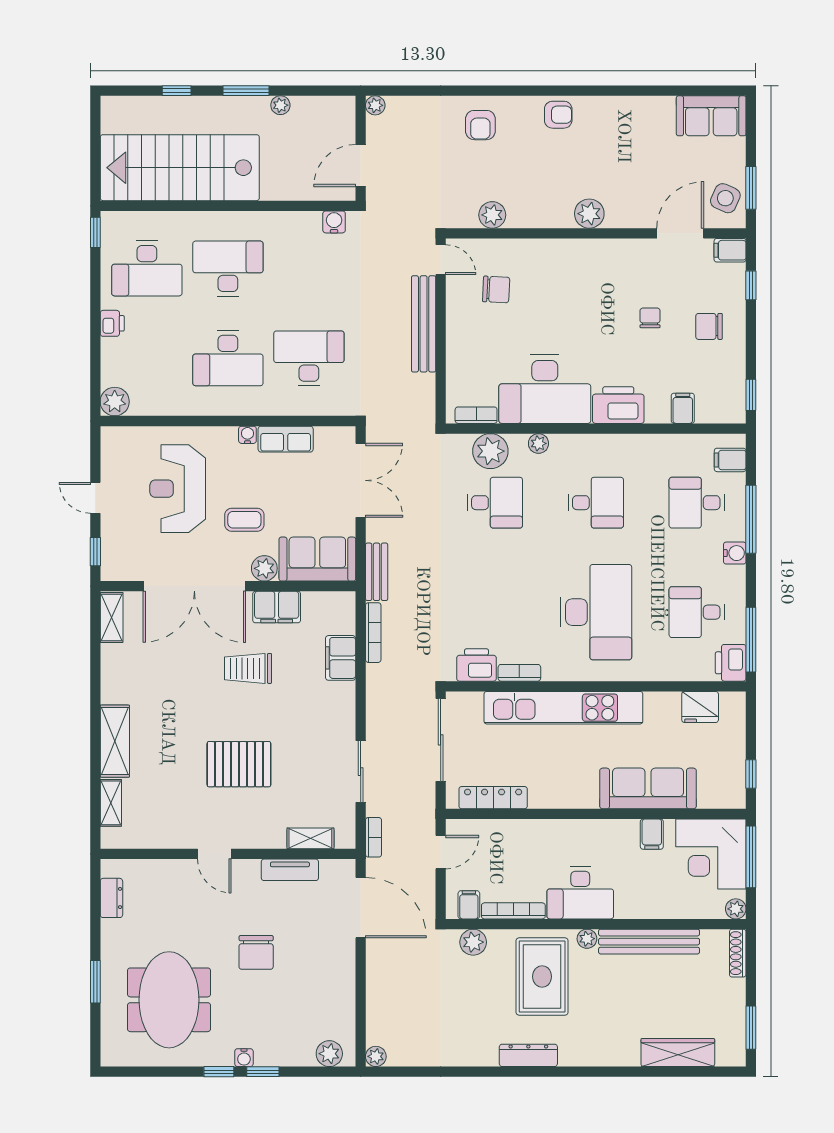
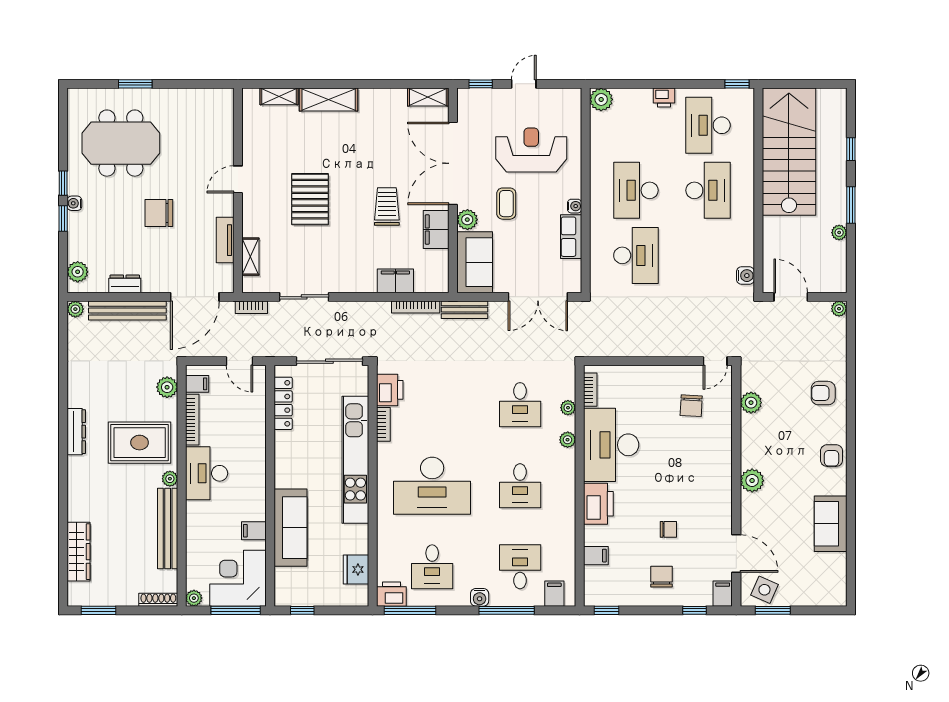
sofa: (711, 116) -> (831, 524), moved
bench: (424, 324) -> (127, 311), moved
plant: (490, 451) -> (568, 408), width x0.53, depth x0.53
desk: (697, 612) -> (432, 567), turned 180
dresser: (111, 898) -> (125, 284), moved, turned 180

